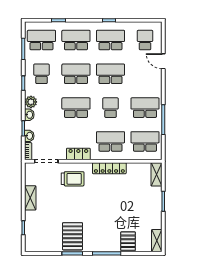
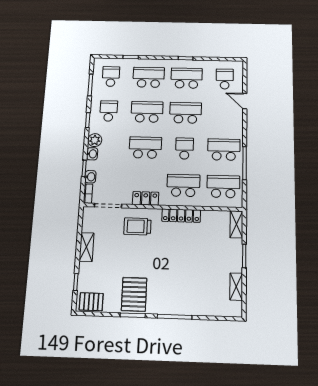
school desk: (41, 40) -> (111, 76), width x0.54
trolley: (73, 179) -> (137, 226), turned 180
pallet: (128, 241) -> (91, 302), moved, turned 90
shelving: (157, 241) -> (236, 287), moved

